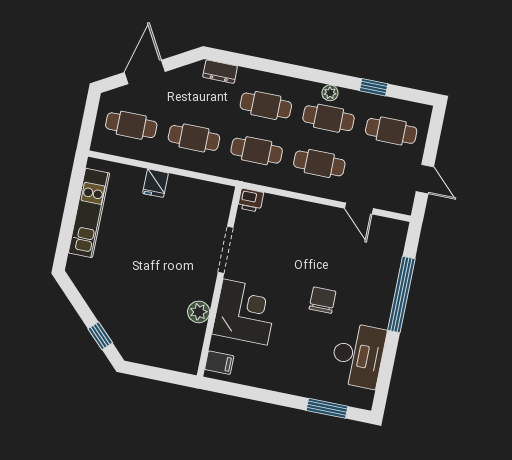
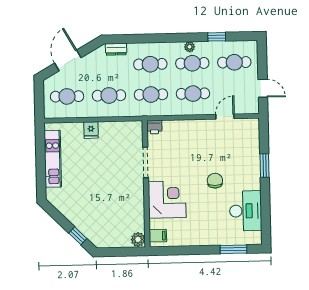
door: (359, 208) -> (225, 117), swing flipped
window: (401, 295) -> (265, 166), width x0.47
plant: (199, 312) -> (138, 239), moved

